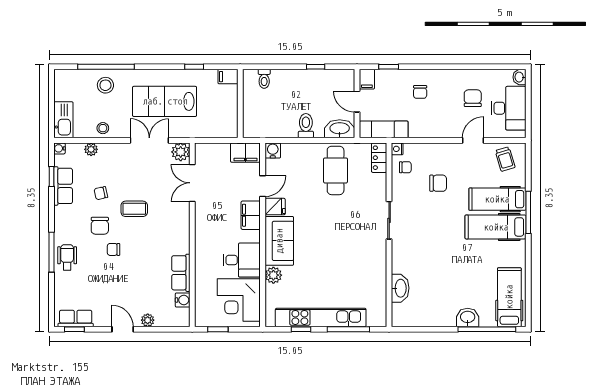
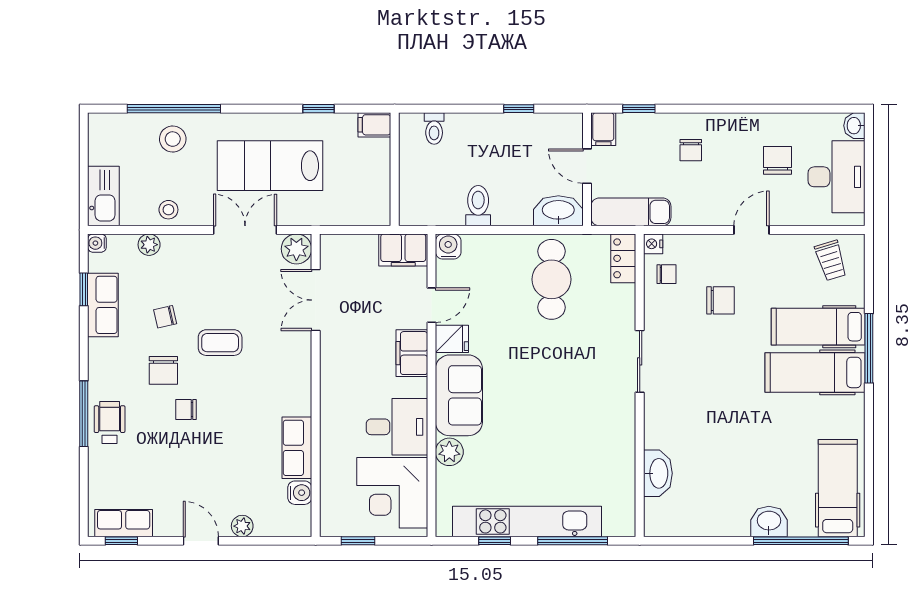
toilet: (306, 126) -> (478, 206), moved
door: (473, 140) -> (752, 230), moved

